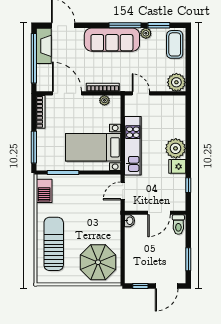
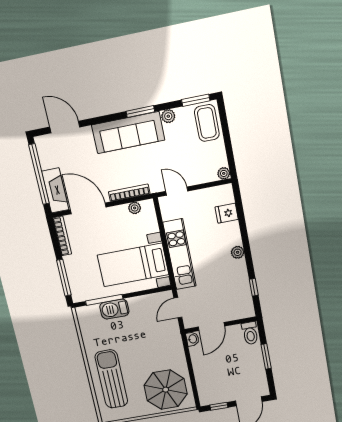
window: (125, 25) -> (140, 111), width x0.69
window: (159, 25) -> (196, 100), moved
fireplace: (44, 46) -> (55, 190), moved
plant: (176, 82) -> (224, 173), width x0.53, depth x0.53
plant: (176, 148) -> (238, 252), width x0.53, depth x0.53
fridge: (177, 166) -> (227, 213), moved
barbecue: (44, 191) -> (114, 309), moved, turned 90
door: (159, 213) -> (211, 327), moved
window: (188, 259) -> (266, 356), moved

